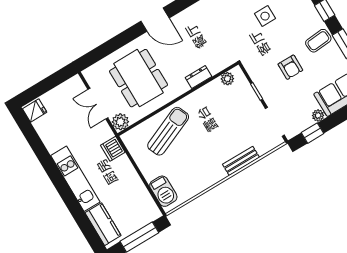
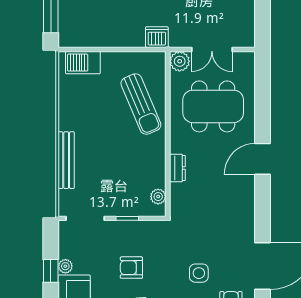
double door: (98, 104) -> (212, 49), swing flipped
window: (313, 133) -> (51, 271), moved
bench: (241, 161) -> (66, 160), width x1.36

